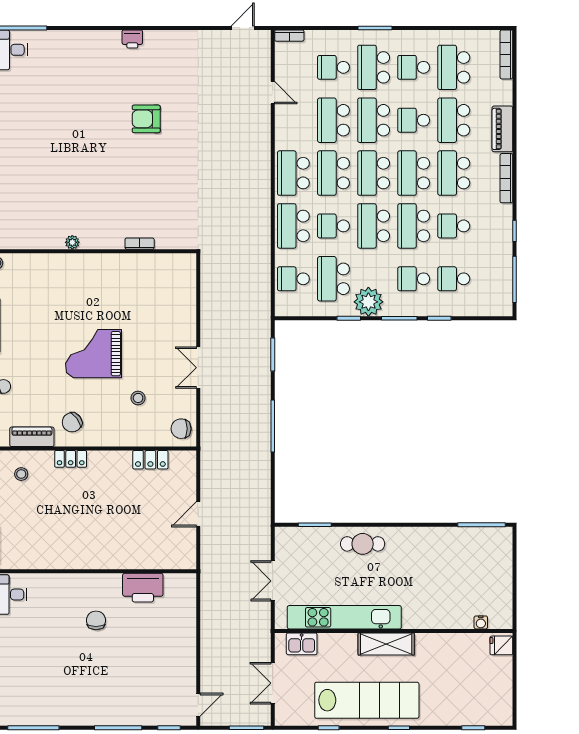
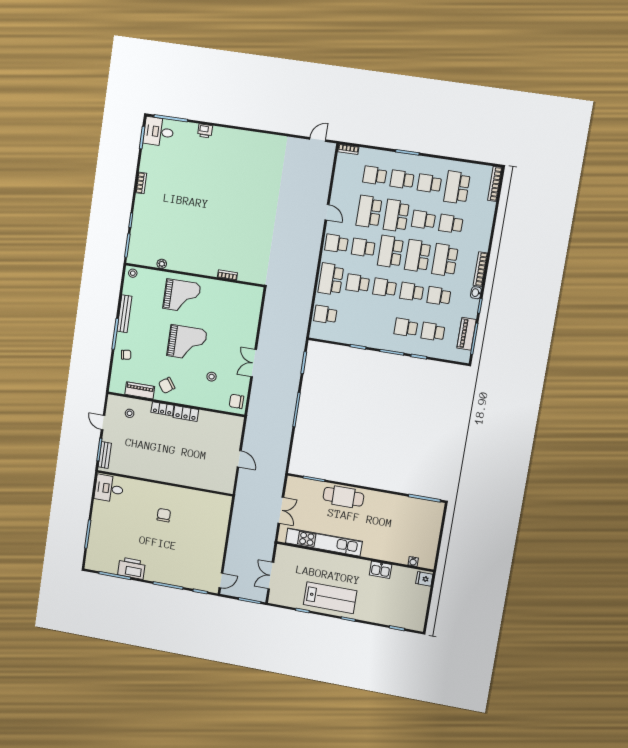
printer: (132, 39) -> (205, 131), moved
school desk: (374, 67) -> (402, 179), width x0.54
door: (273, 93) -> (327, 212), moved
armchair: (146, 119) -> (244, 192), removed
school desk: (454, 120) -> (451, 224), width x0.54
piano: (502, 129) -> (467, 334), moved
school desk: (293, 173) -> (336, 243), width x0.54
school desk: (333, 173) -> (363, 248), width x0.54
washbasin: (506, 213) -> (476, 293), added
school desk: (374, 226) -> (385, 288), width x0.54
school desk: (414, 226) -> (412, 292), width x0.54
plant: (72, 242) -> (162, 264), moved
school desk: (333, 279) -> (352, 319), removed
grand piano: (76, 285) -> (182, 296), added
plant: (368, 302) -> (373, 338), removed
grand piano: (93, 354) -> (187, 343), turned 180
locker: (150, 460) -> (186, 413), moved
door: (198, 514) -> (239, 459), swing flipped
cafe table: (363, 544) -> (343, 497), width x1.37, depth x1.35
double door: (273, 581) -> (281, 510), swing flipped
printer: (143, 588) -> (131, 568), moved, turned 180
kitchen sink: (302, 644) -> (381, 570), moved
shelving: (386, 644) -> (349, 564), removed
lab bench: (367, 700) -> (330, 598), width x0.73

